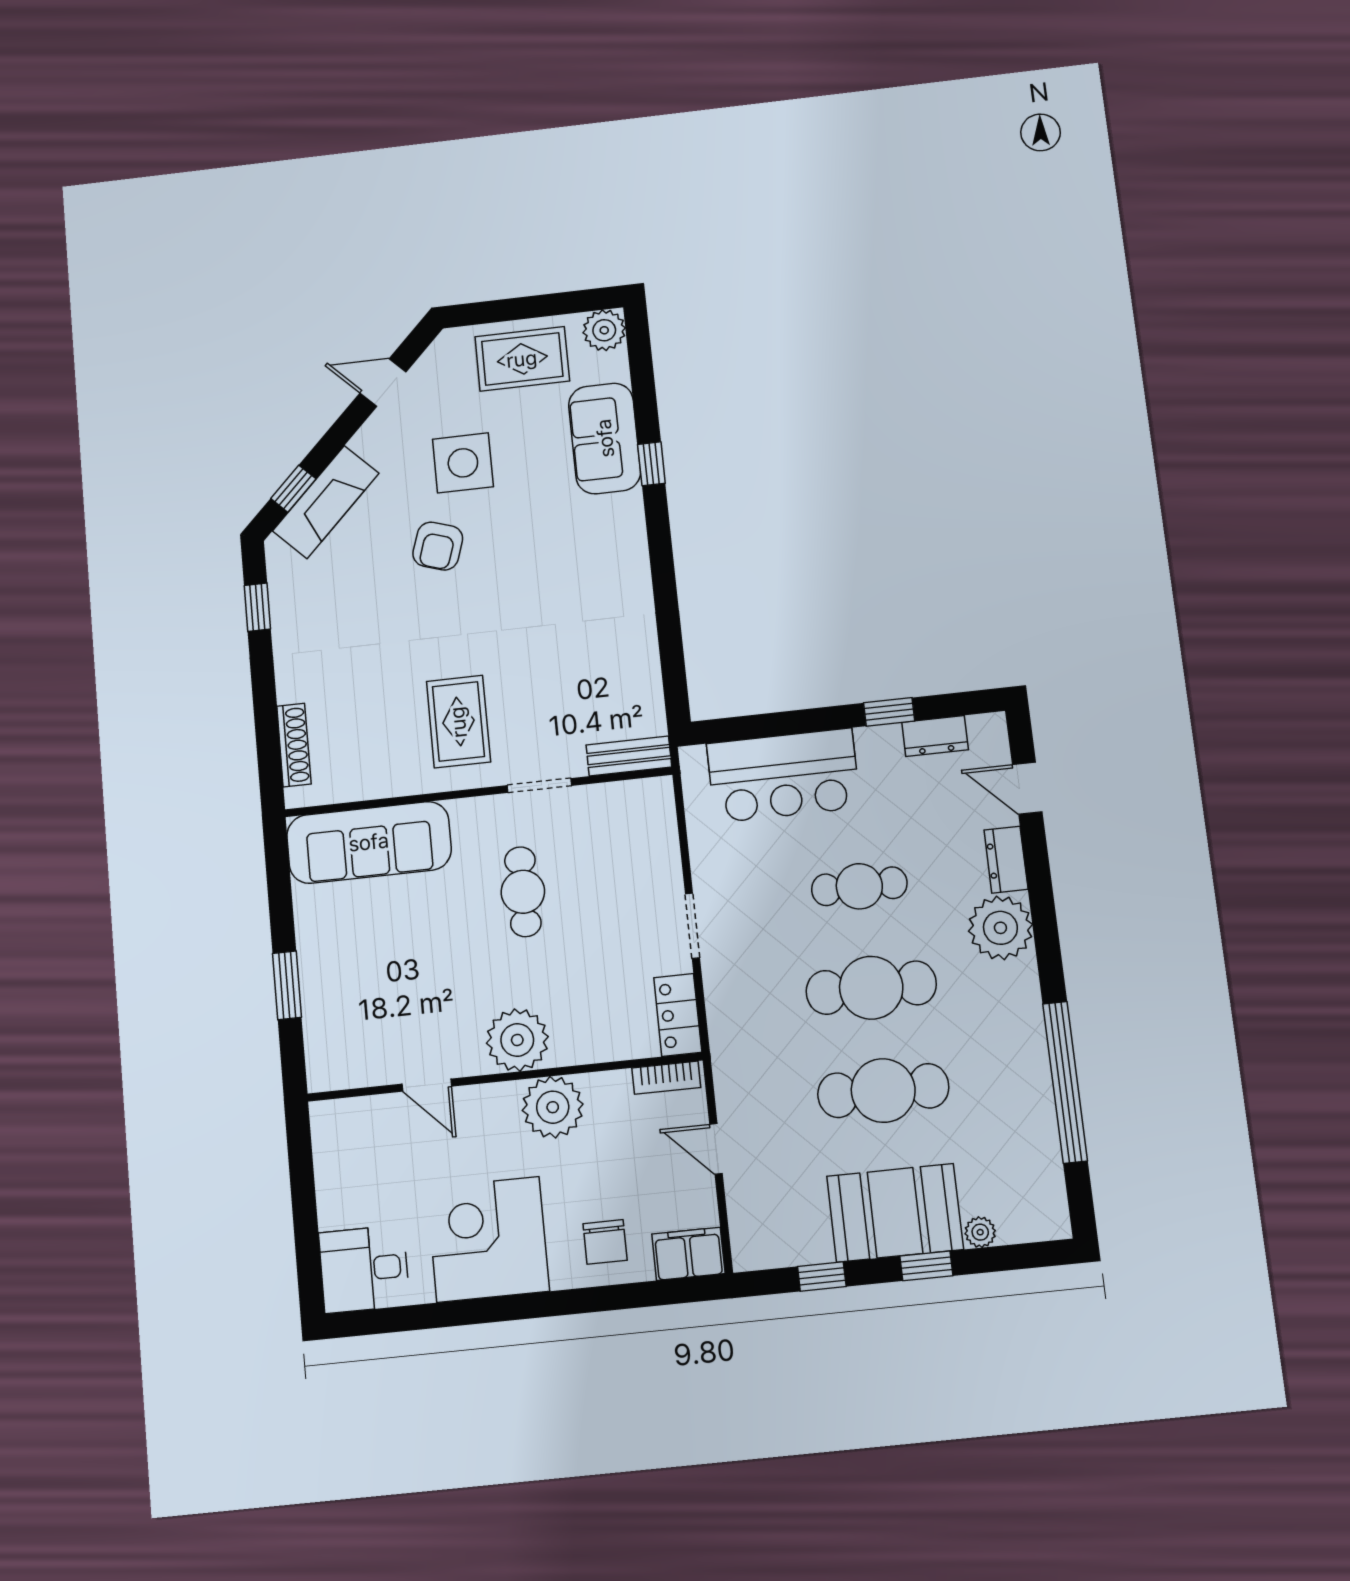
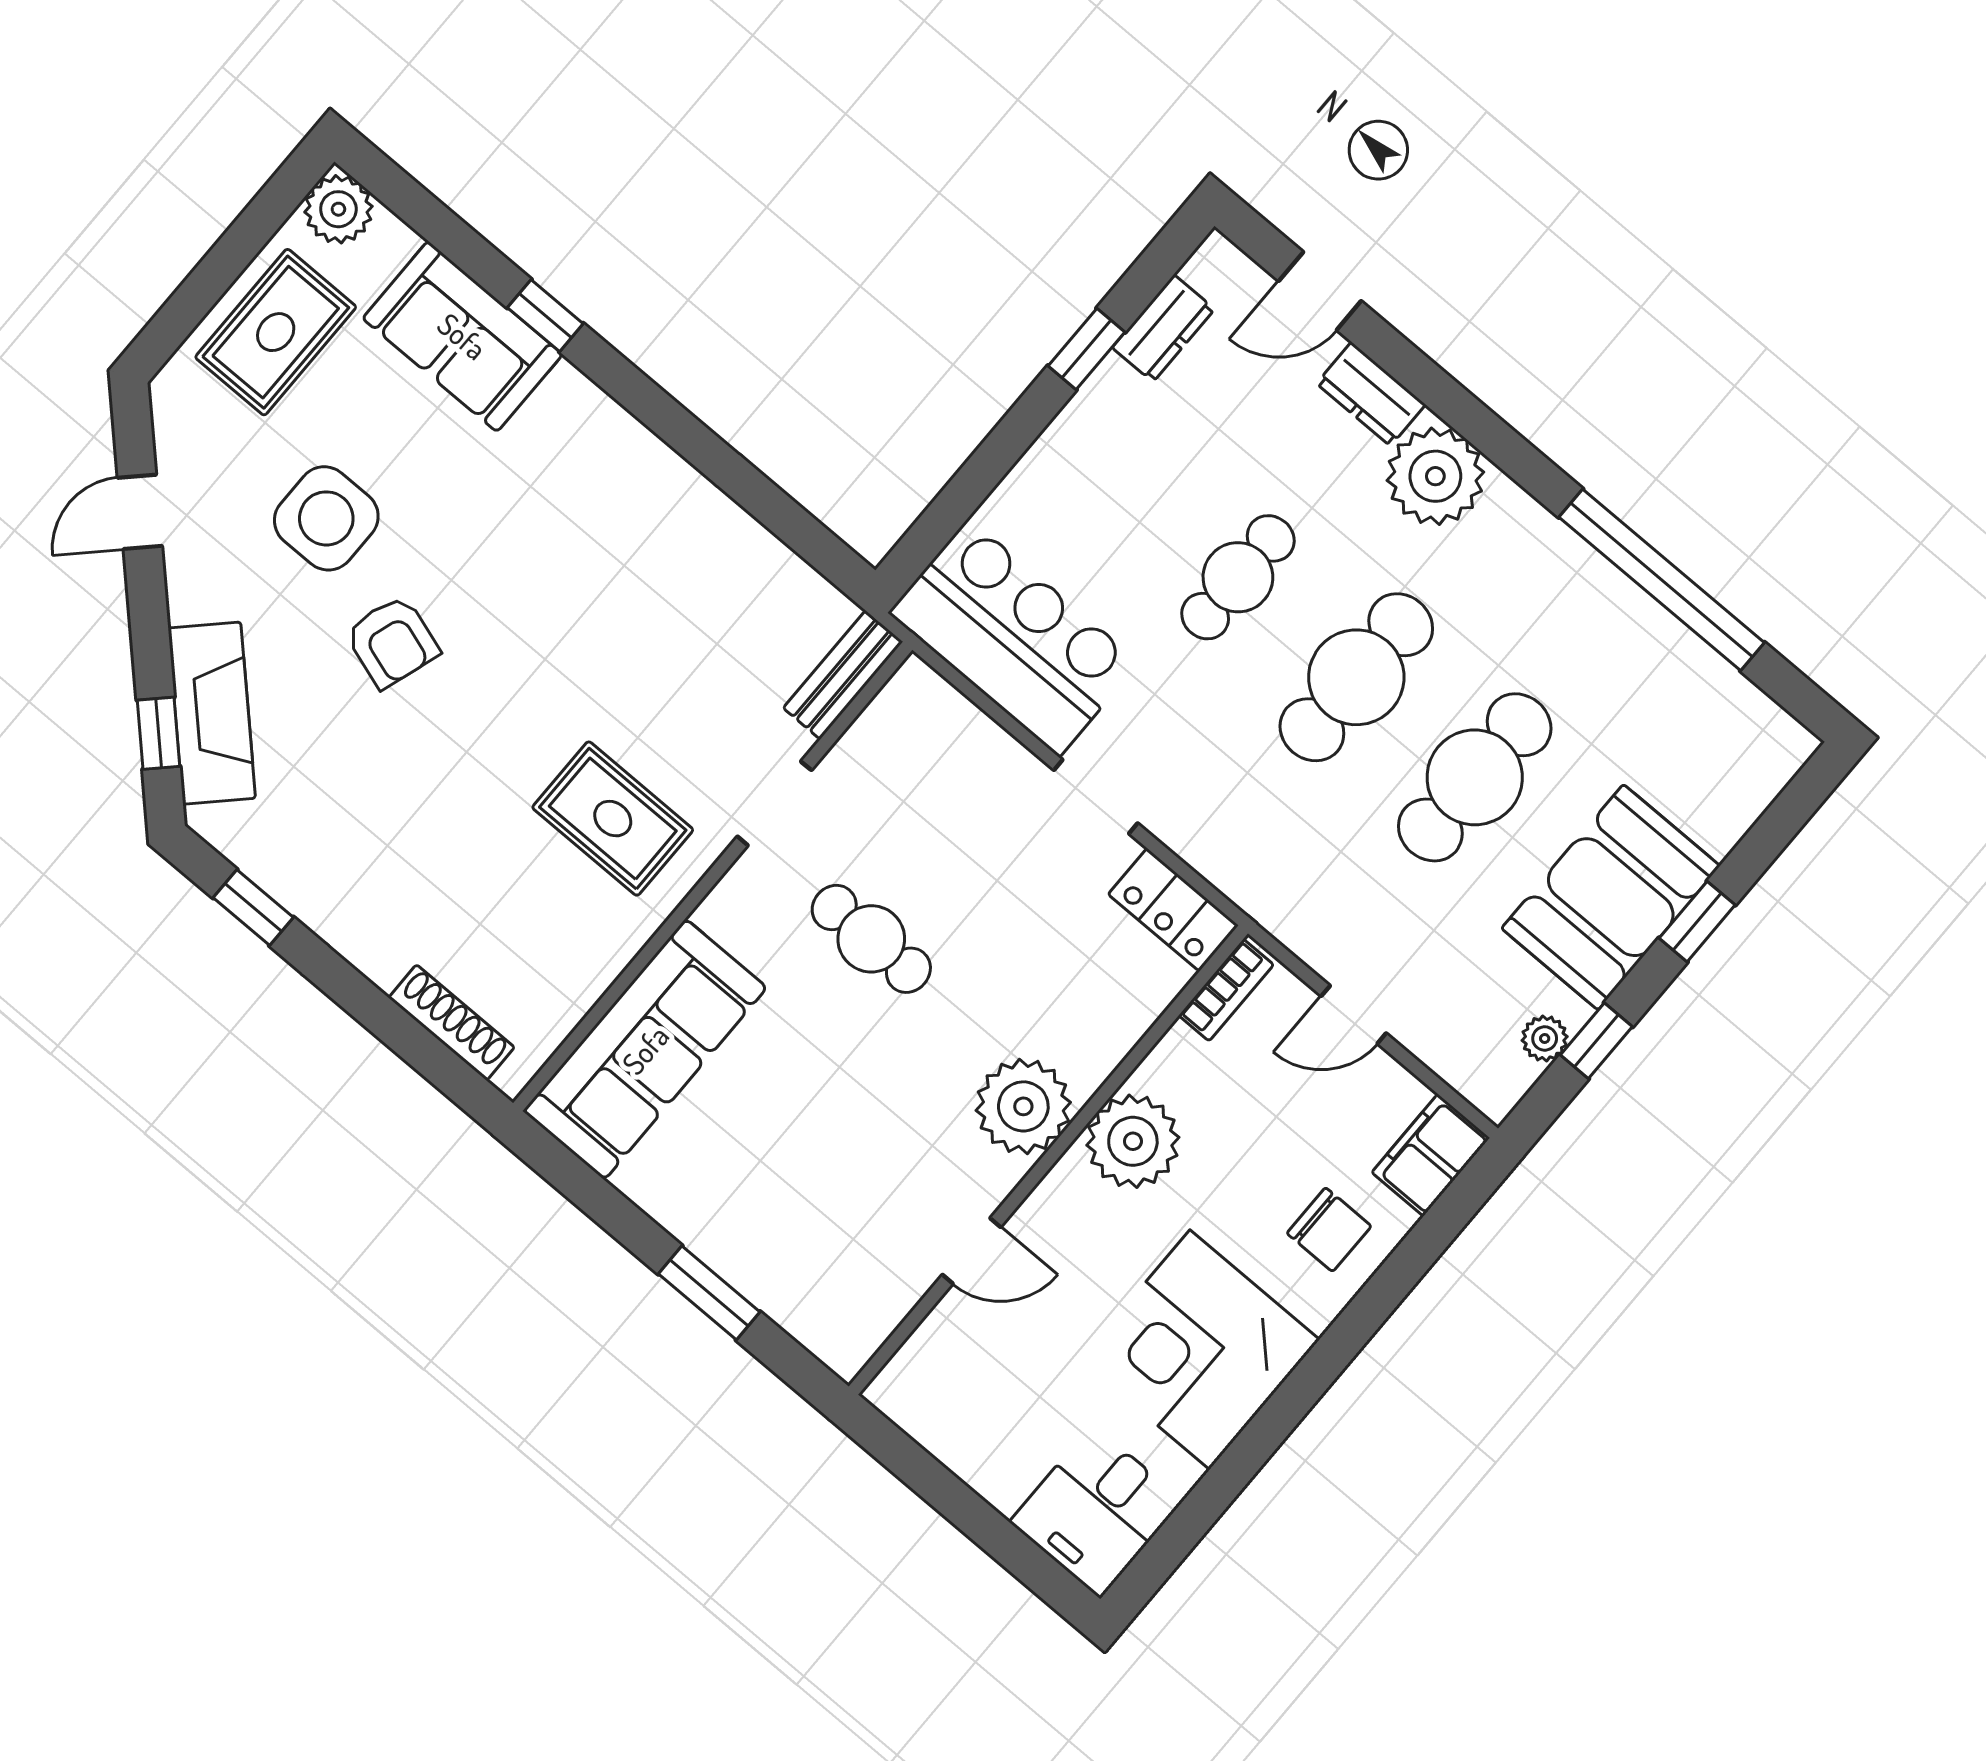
bar counter: (783, 776) -> (1014, 638), moved, turned -90
plant: (980, 1232) -> (1545, 1038), moved

